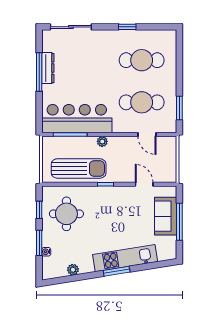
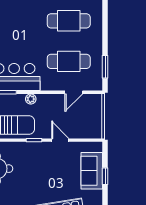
door: (147, 134) -> (74, 92), hinge flipped
door: (144, 184) -> (60, 140), moved
window: (179, 222) -> (105, 176), width x0.46

